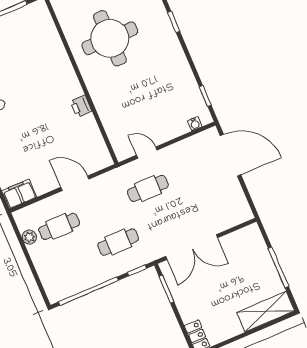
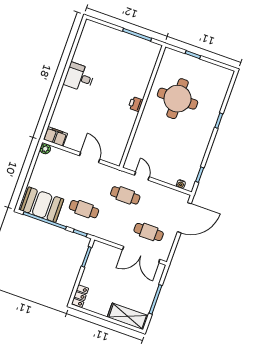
printer: (81, 106) -> (136, 104), moved
door: (231, 155) -> (184, 218), hinge flipped
cafe table: (59, 226) -> (149, 232), moved
plant: (29, 237) -> (45, 149), moved
double door: (192, 247) -> (141, 255), moved
booth: (71, 277) -> (42, 205), added

